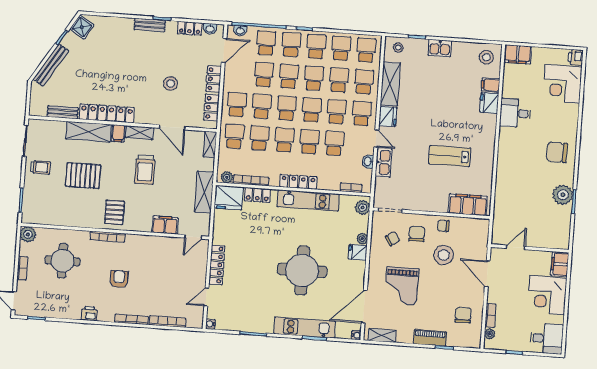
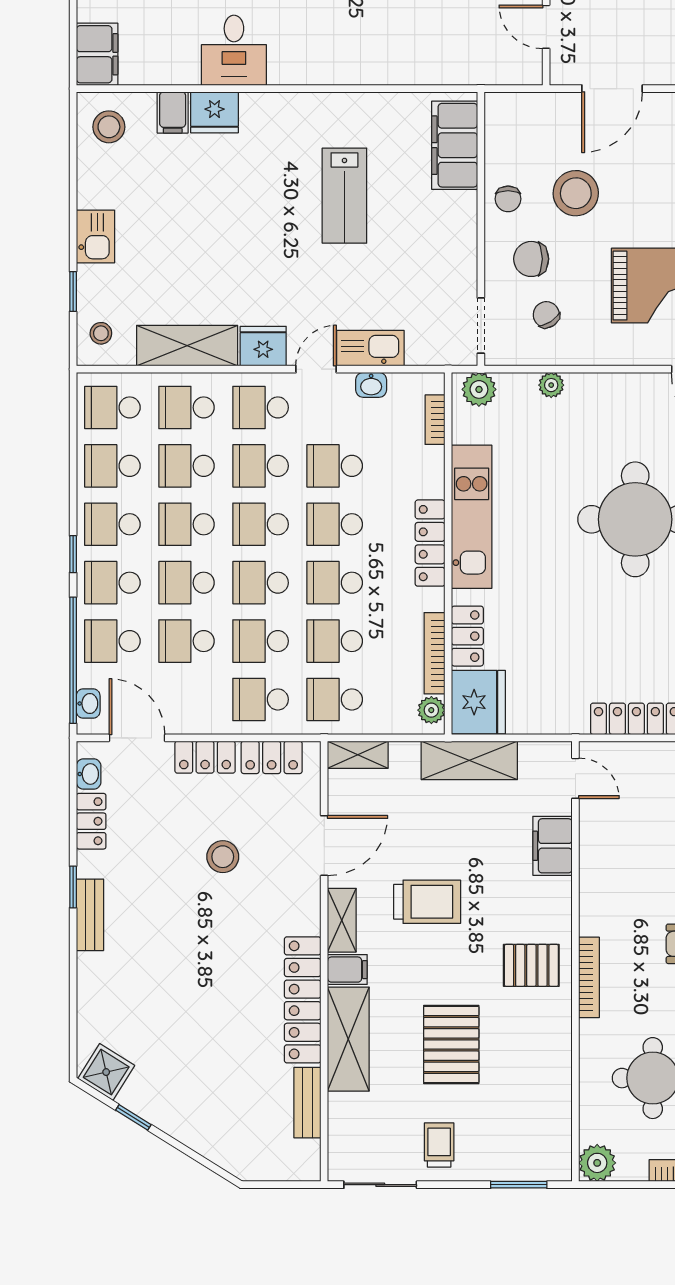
bench: (51, 65) -> (199, 1138), removed
fridge: (358, 252) -> (584, 393), removed

